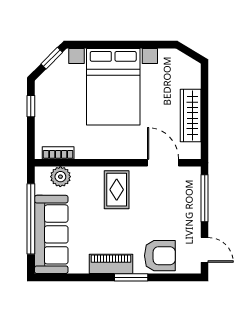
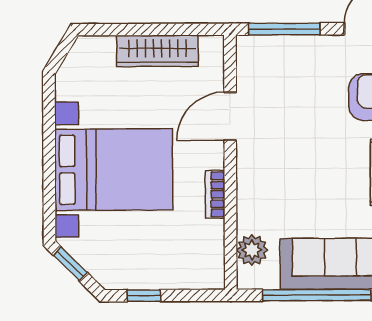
bookcase: (58, 153) -> (215, 194), moved
door: (163, 163) -> (230, 116), moved
rug: (117, 190) -> (271, 164), removed

